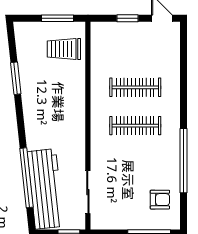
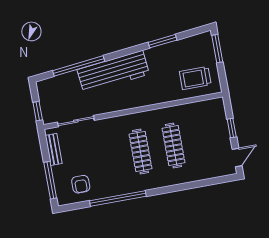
window: (57, 18) -> (217, 49), moved
trolley: (64, 49) -> (195, 78), turned -90
workbench: (45, 189) -> (113, 72), moved
bench: (115, 223) -> (54, 149), added

